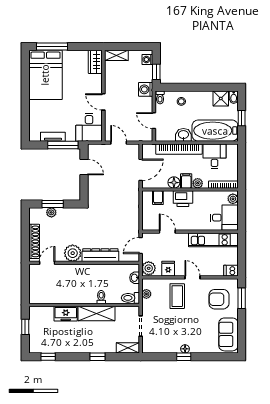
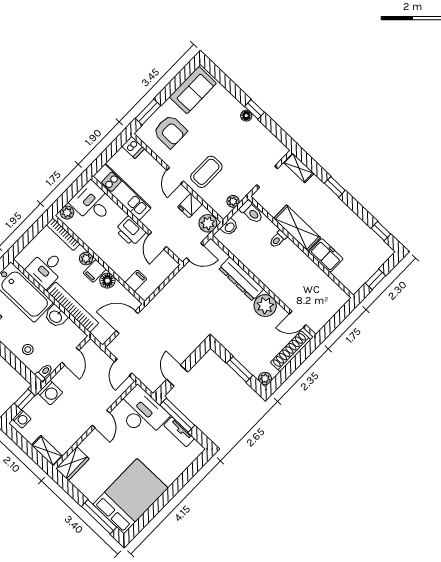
desk: (89, 127) -> (142, 413), width x1.37
printer: (183, 199) -> (131, 231), moved, turned 180
plant: (51, 212) -> (265, 379), moved

